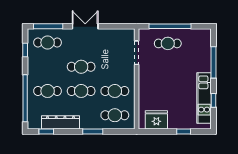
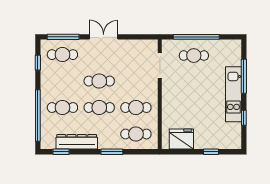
kitchen unit: (204, 98) -> (233, 94), moved

